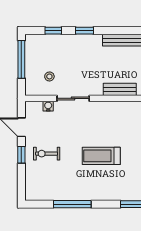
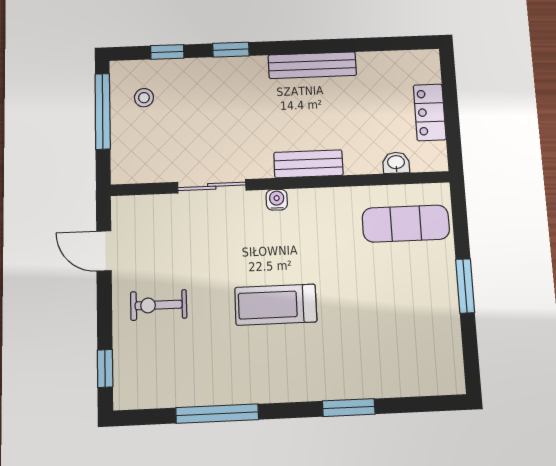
stool: (49, 76) -> (144, 98), moved
water cooler: (48, 106) -> (277, 200), moved
window: (21, 155) -> (105, 368), moved

